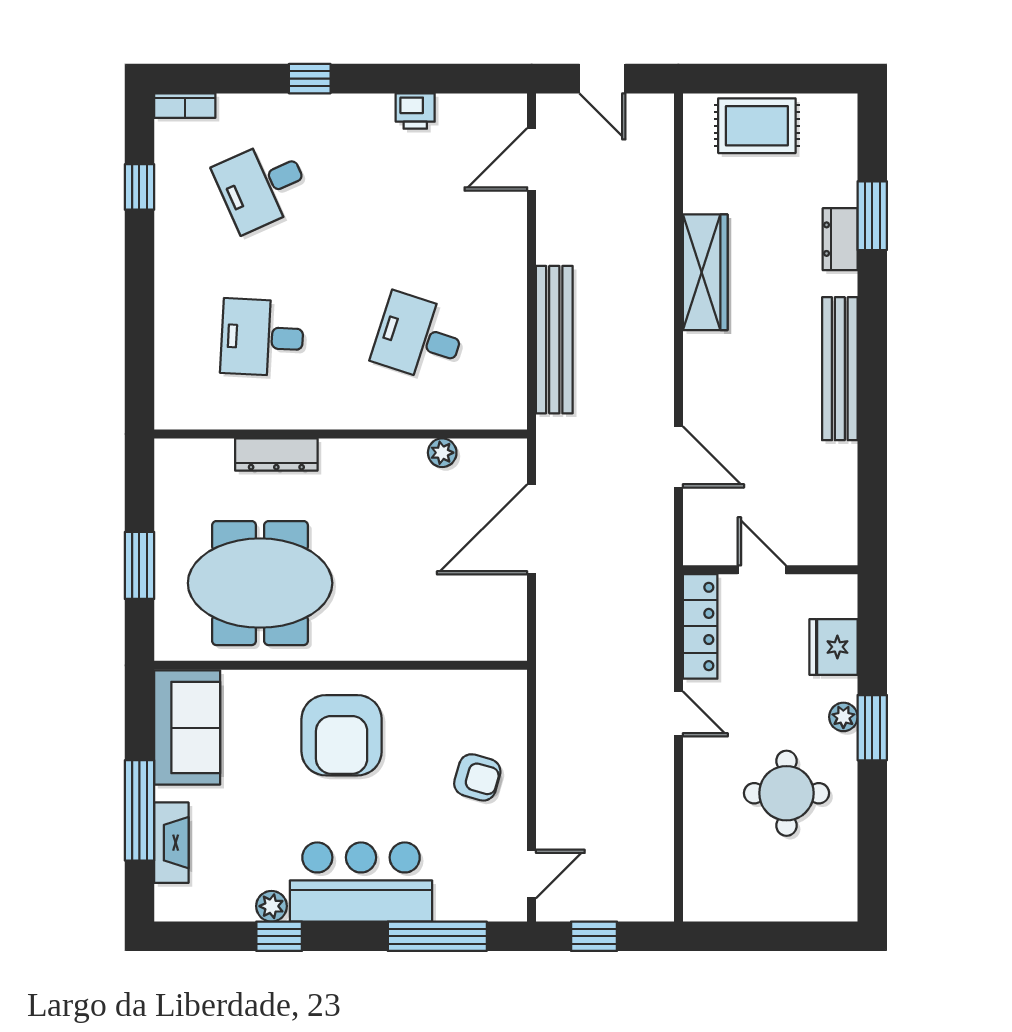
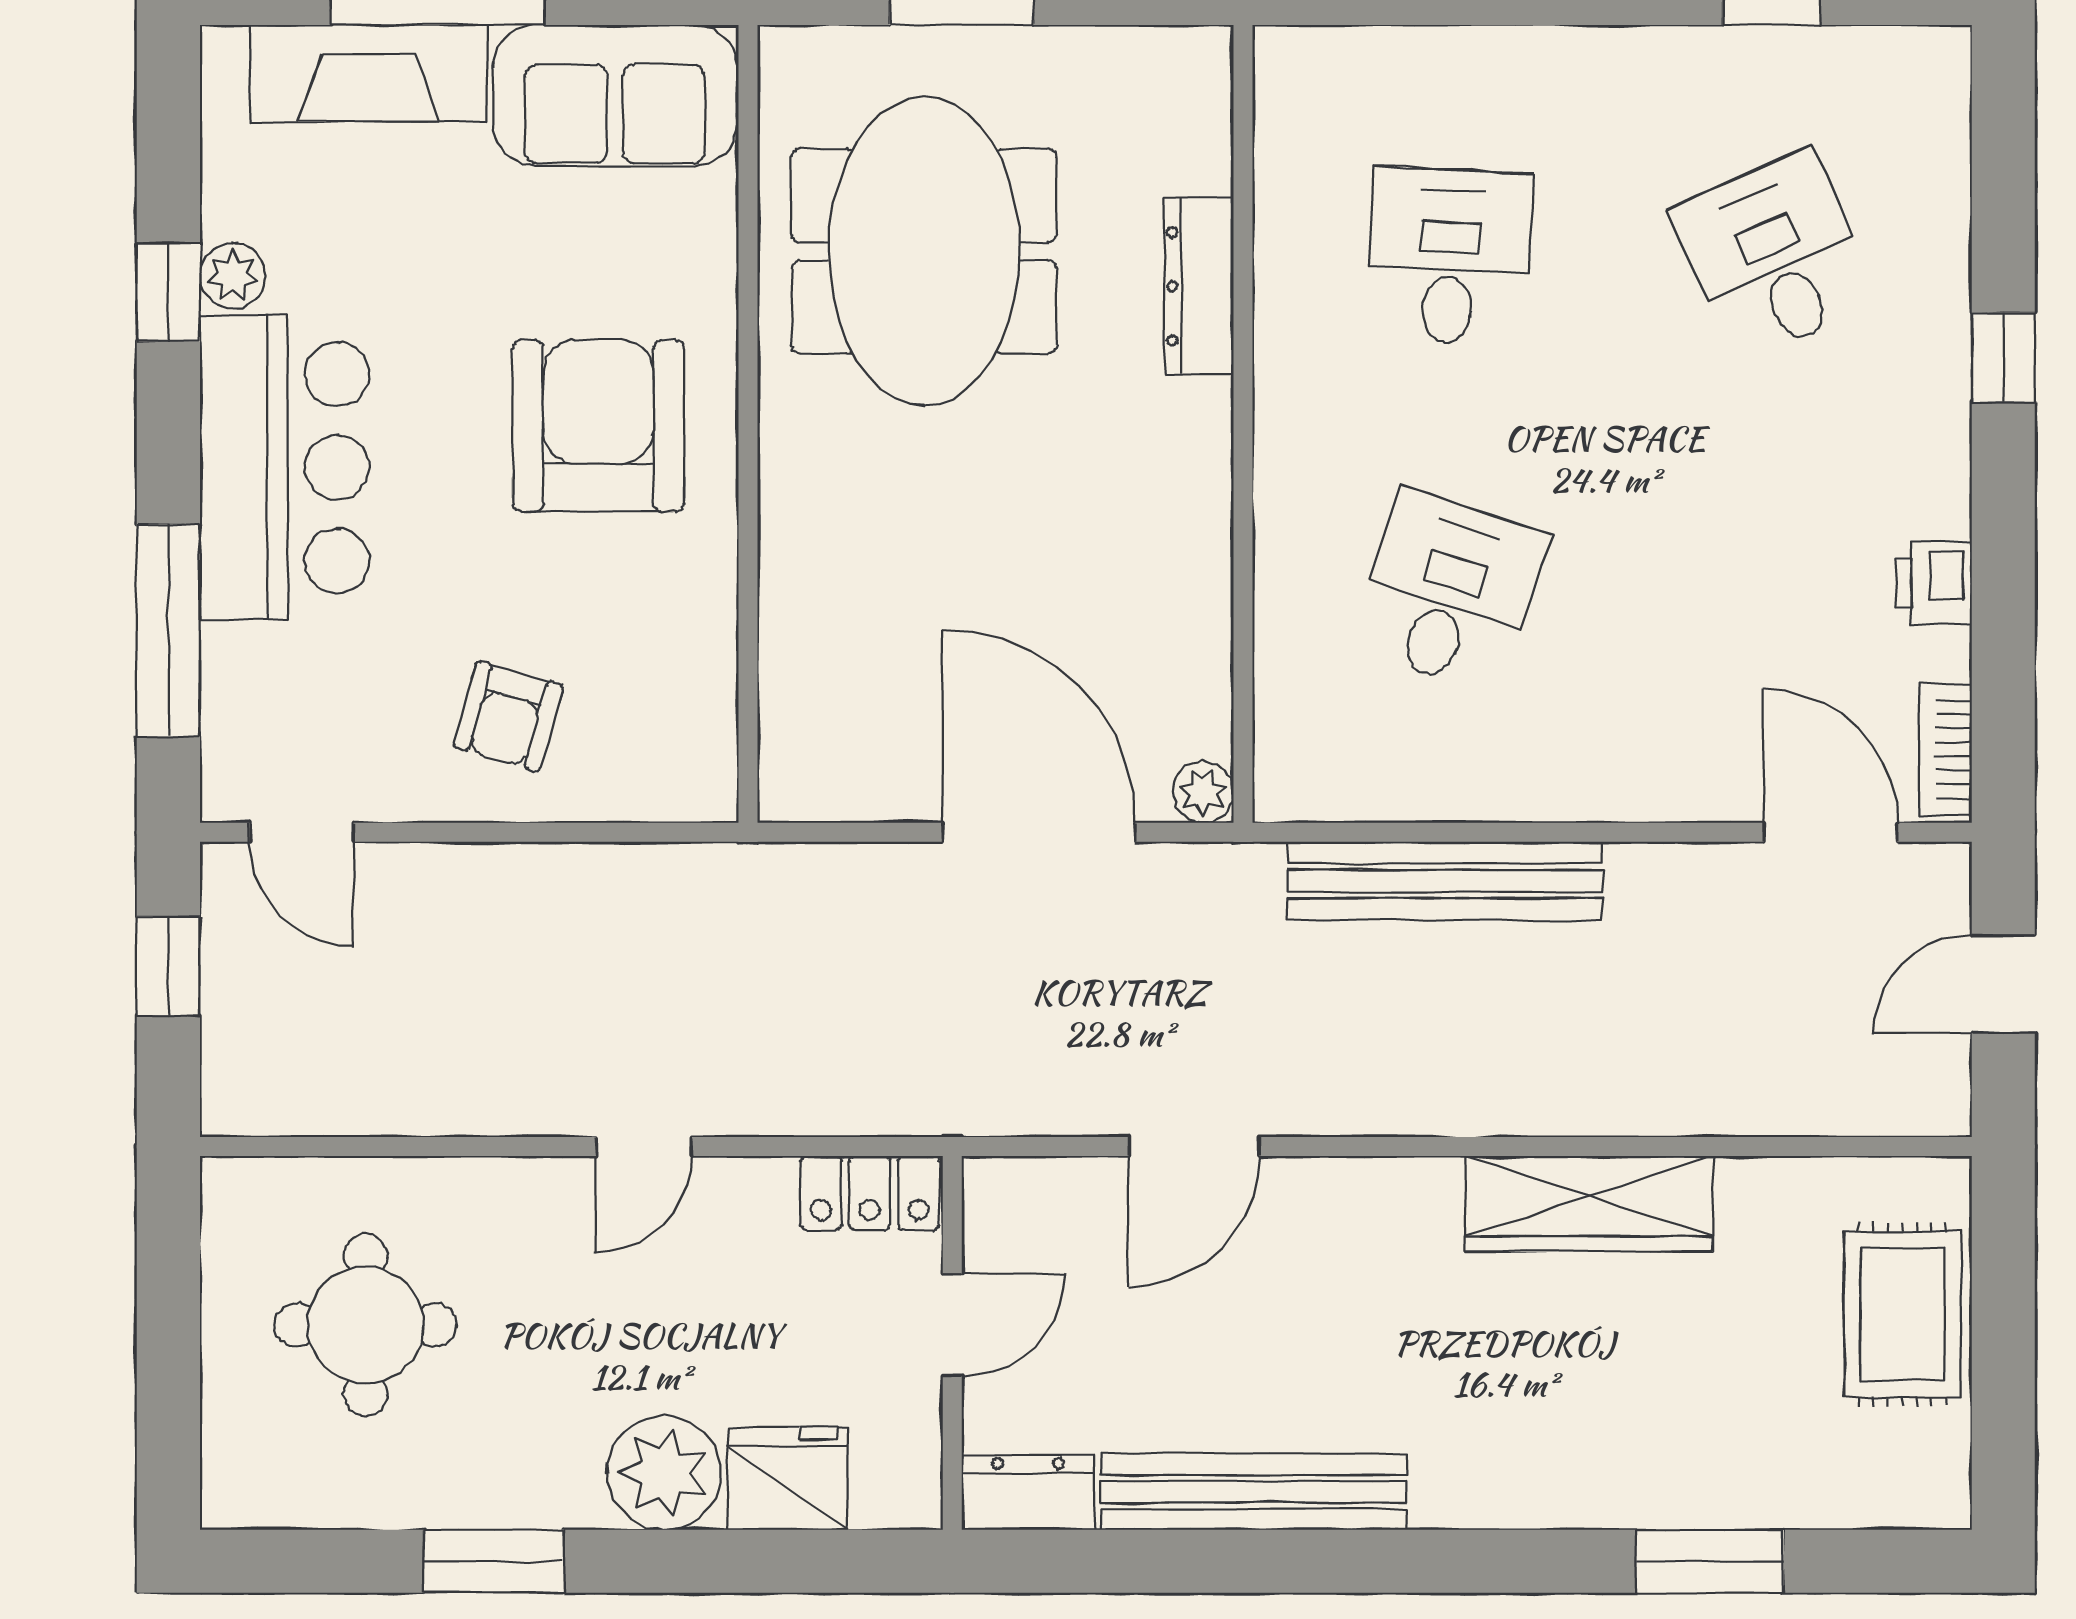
bookcase: (185, 106) -> (1946, 749), moved
dresser: (840, 239) -> (1028, 1493), moved
bench: (840, 369) -> (1254, 1492), moved
plant: (442, 453) -> (1203, 792), moved
locker: (700, 626) -> (870, 1193), width x0.66
plant: (843, 717) -> (664, 1473), width x1.87, depth x1.87
window: (872, 728) -> (494, 1561), moved
armchair: (342, 735) -> (598, 426), turned 90
round table: (786, 793) -> (366, 1325), moved
fireplace: (171, 843) -> (369, 73), width x1.37, depth x1.32

